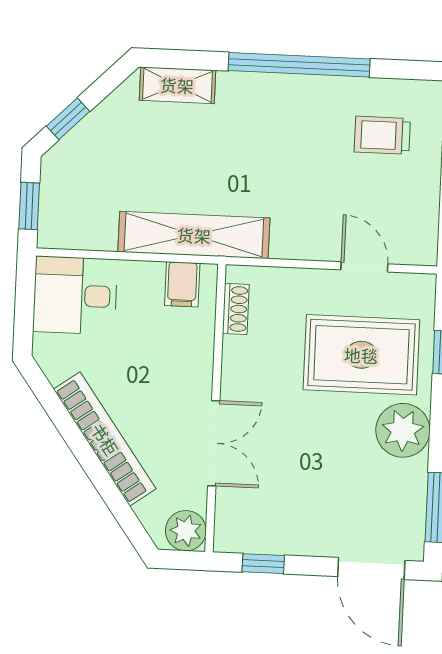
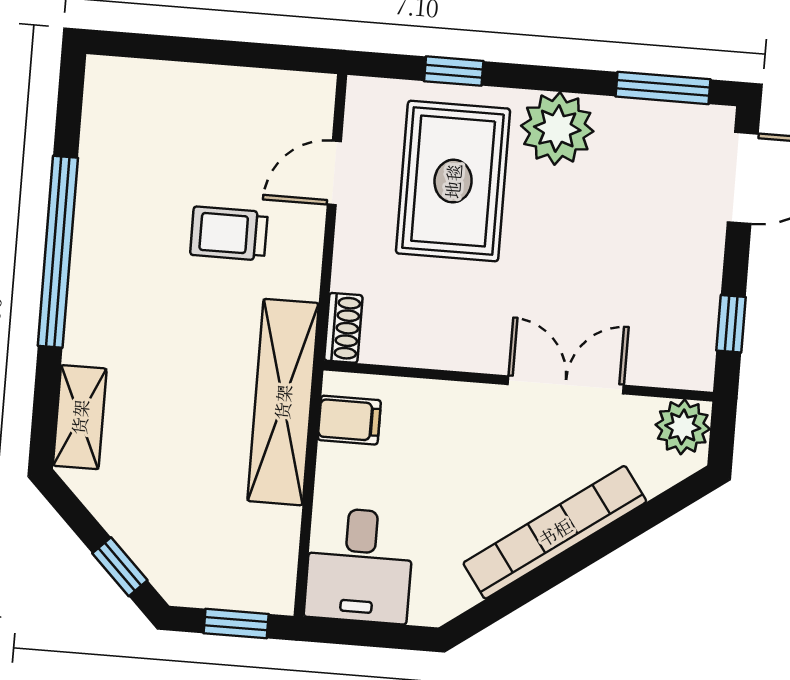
trolley: (382, 135) -> (229, 234), moved, turned 90
shoe rack: (236, 309) -> (343, 328), moved, turned 90

